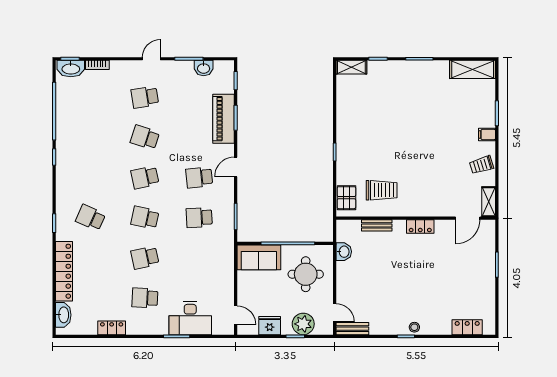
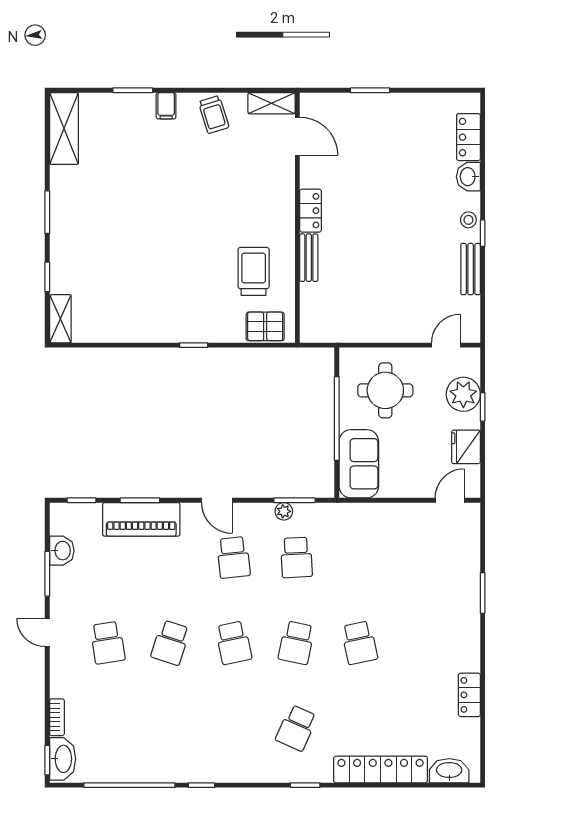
plant: (229, 210) -> (284, 511), added
bench: (377, 225) -> (309, 258), moved
washbasin: (344, 252) -> (468, 177), moved, turned -90
school desk: (145, 298) -> (422, 643), removed
desk: (190, 318) -> (454, 572), removed
bench: (352, 329) -> (471, 269), moved

